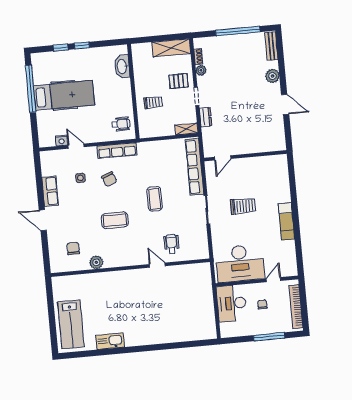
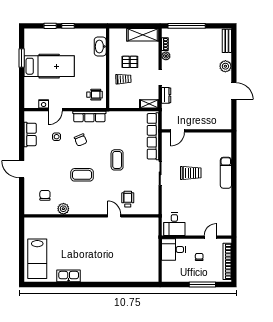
window: (238, 31) -> (187, 26), moved
pallet: (179, 81) -> (130, 62), moved
window: (31, 89) -> (22, 58), width x0.47
door: (76, 146) -> (55, 110), swing flipped
row of seats: (50, 191) -> (30, 134), moved
exam couch: (286, 221) -> (226, 173), moved
desk: (240, 263) -> (174, 224), width x0.53, depth x0.77
desk: (232, 303) -> (173, 250), width x0.73

